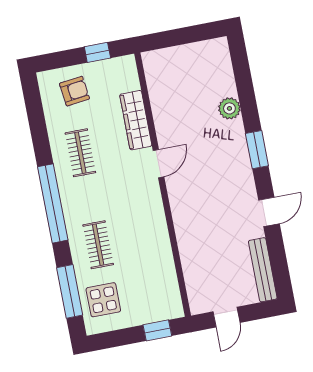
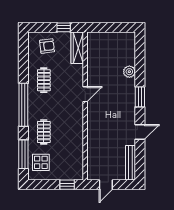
wardrobe: (136, 120) -> (77, 48), moved

